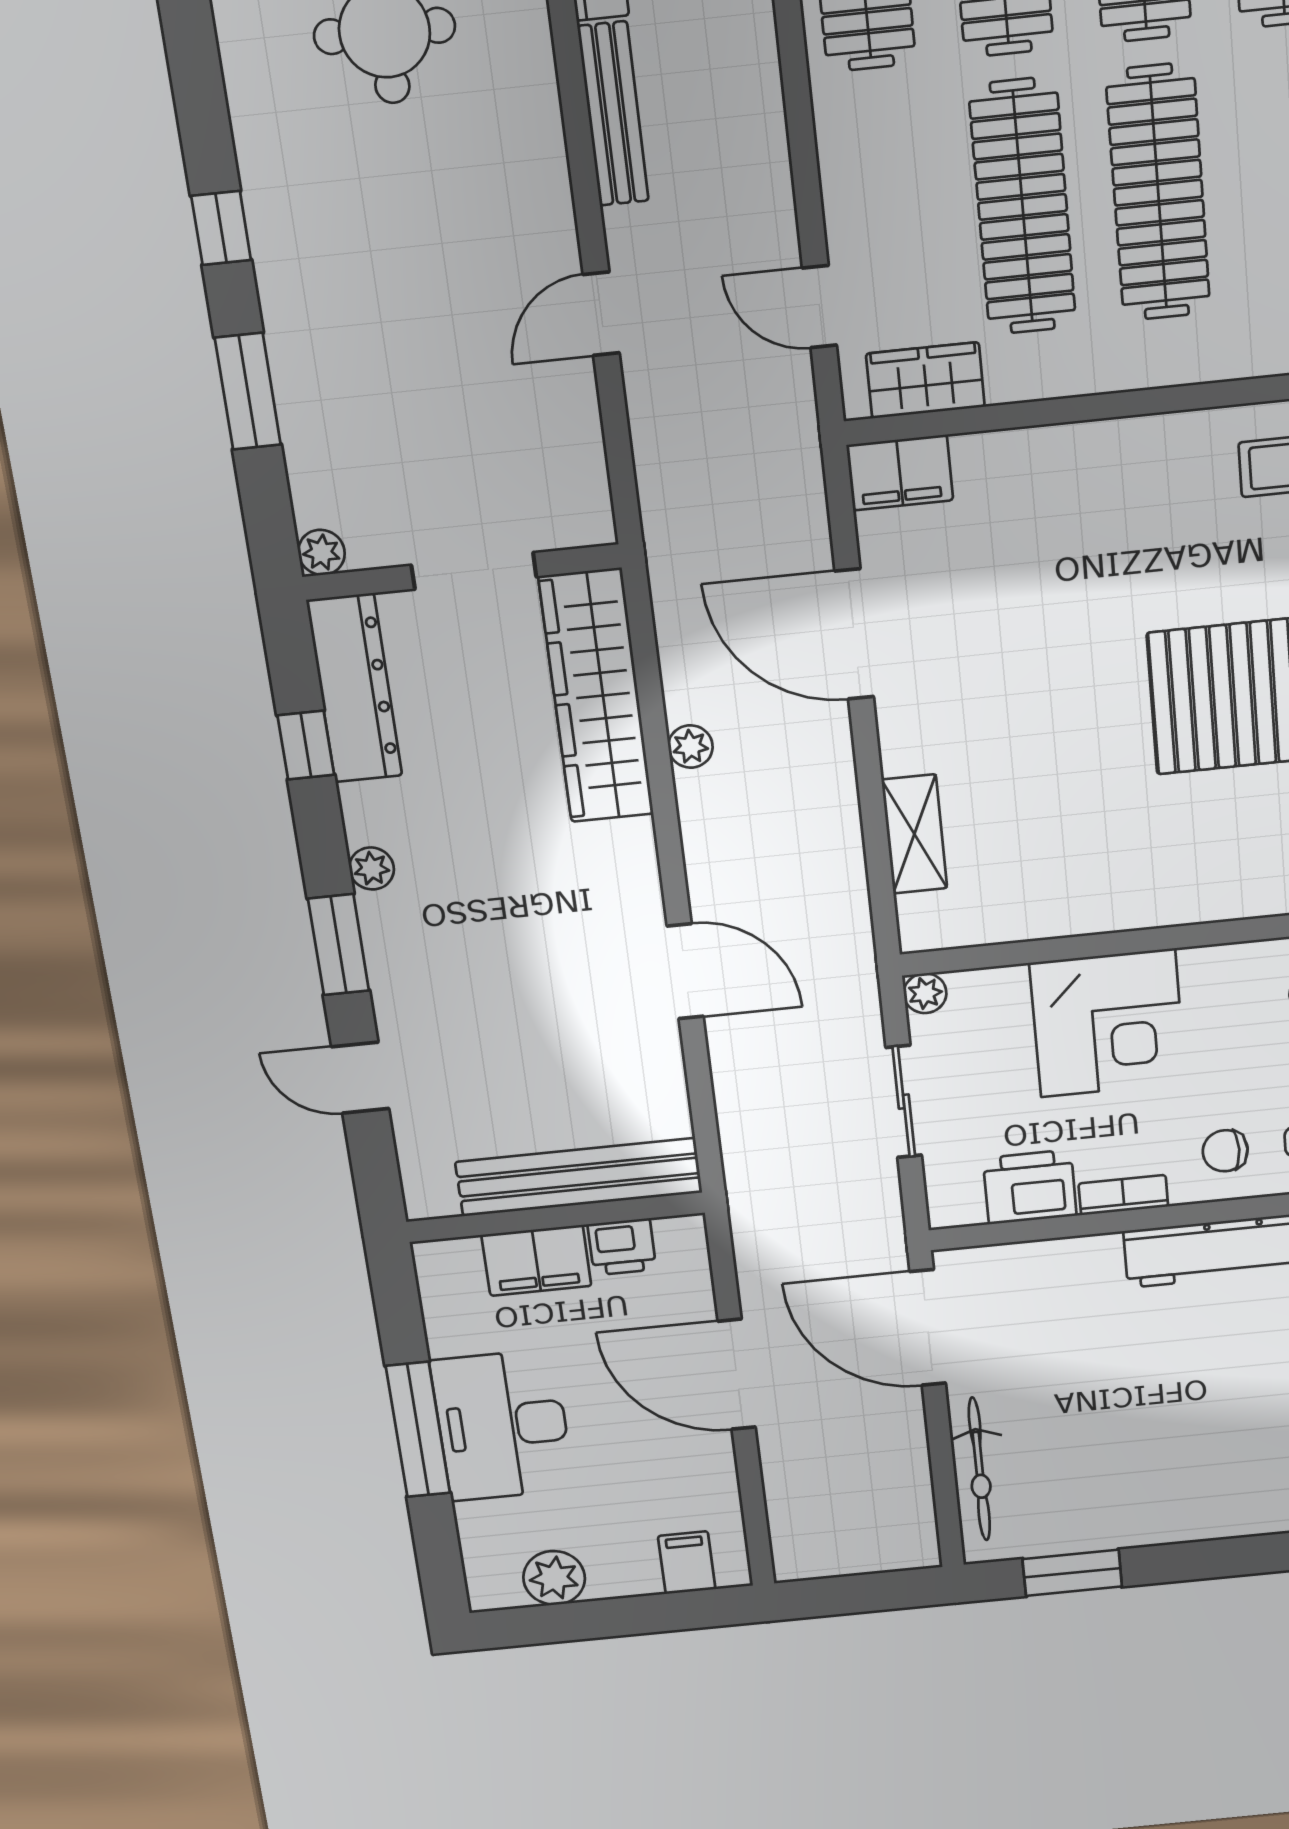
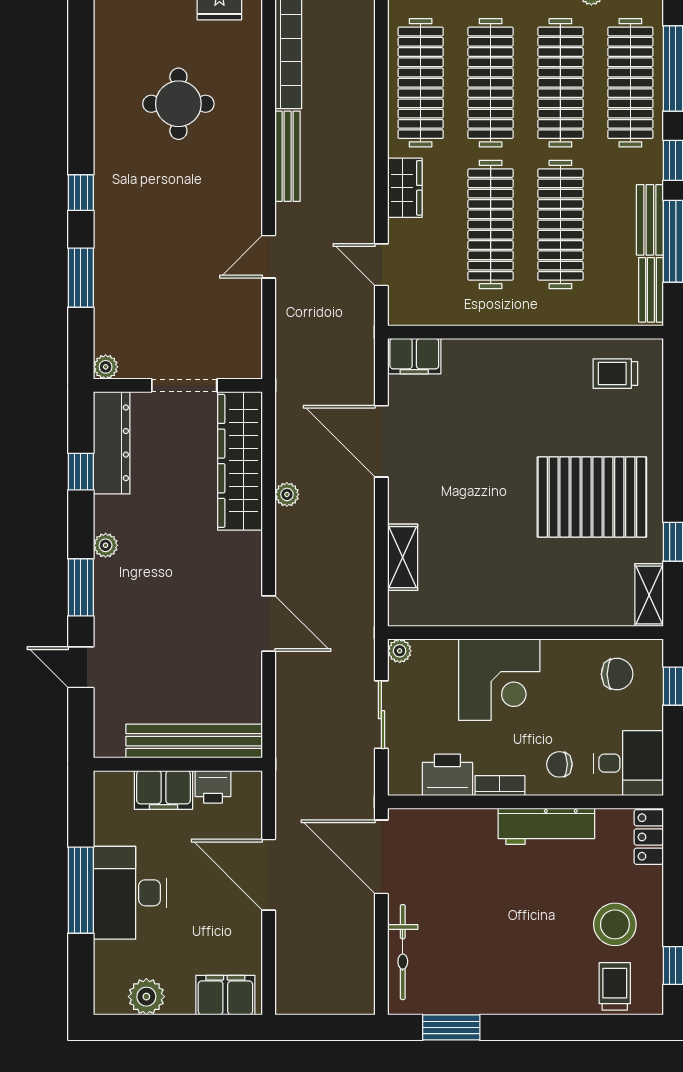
wardrobe: (925, 380) -> (405, 188), moved, turned 90
filing cabinet: (687, 1563) -> (225, 995), width x2.00

